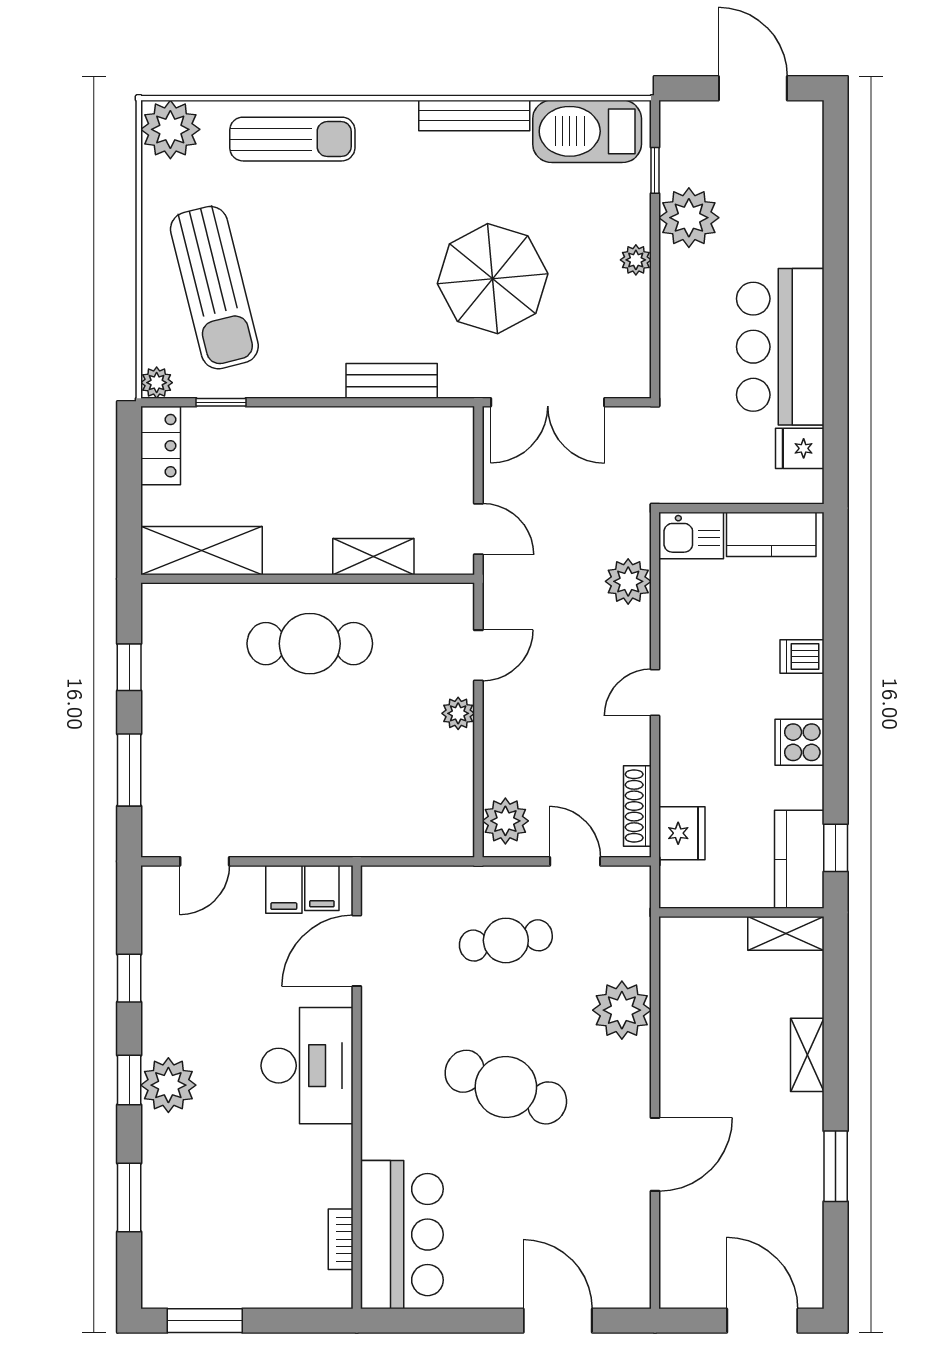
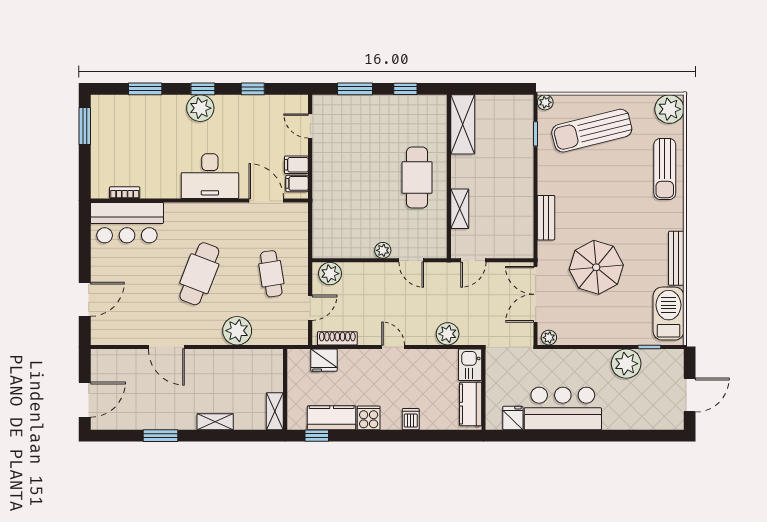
plant: (636, 260) -> (549, 338), moved
locker: (161, 446) -> (514, 104), removed
kitchen counter: (799, 859) -> (332, 418), moved

